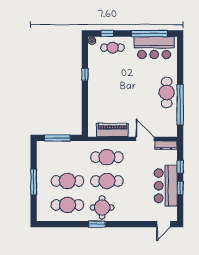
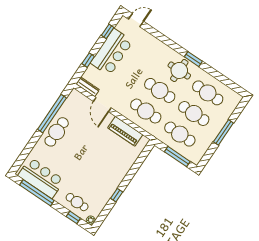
cafe table: (67, 157) -> (180, 134), added
window: (180, 188) -> (108, 31), moved

